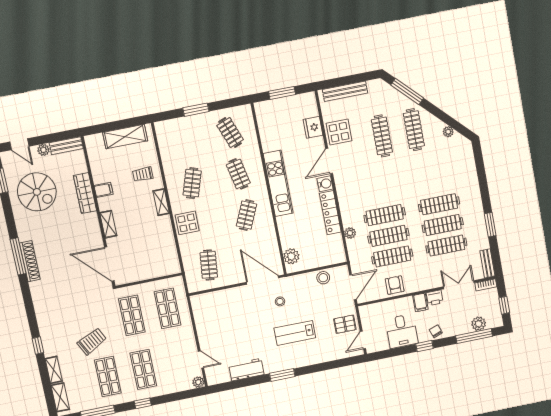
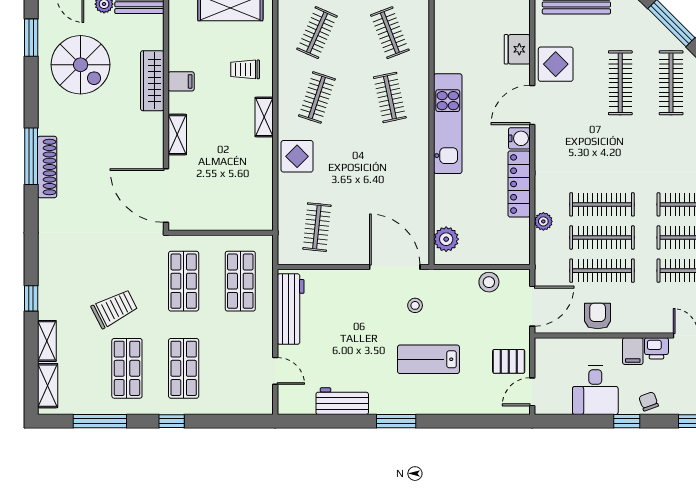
clothes rail: (246, 215) -> (317, 33), moved
workbench: (203, 319) -> (291, 309), added
plant: (198, 382) -> (264, 406), removed

